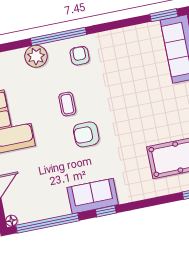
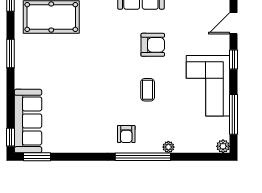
plant: (36, 56) -> (168, 147), width x0.53, depth x0.53
armchair: (86, 134) -> (153, 45), moved

